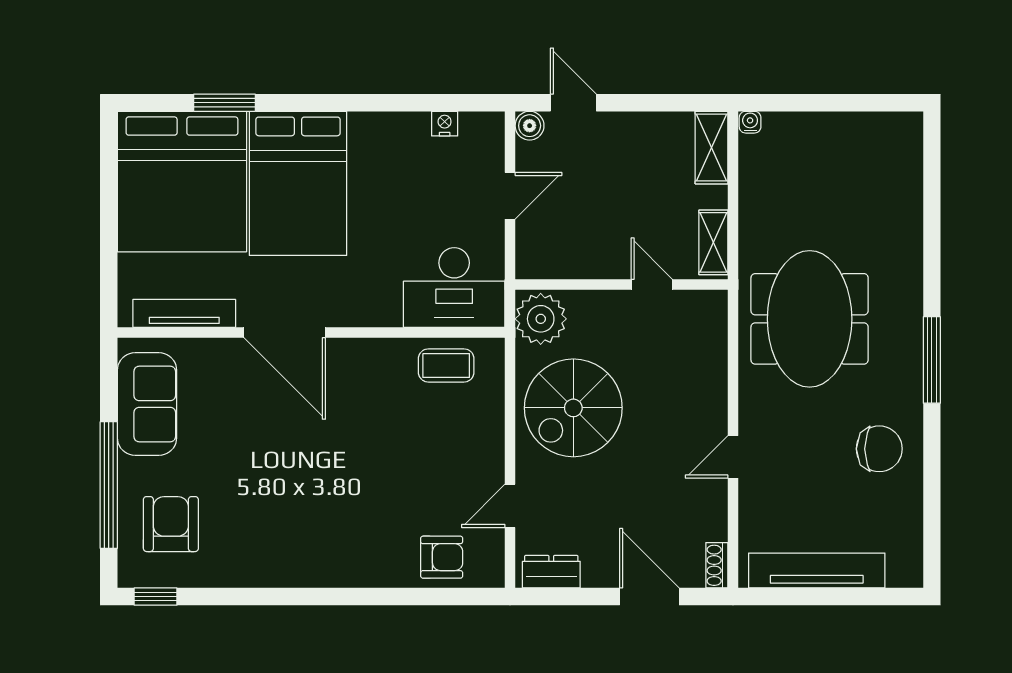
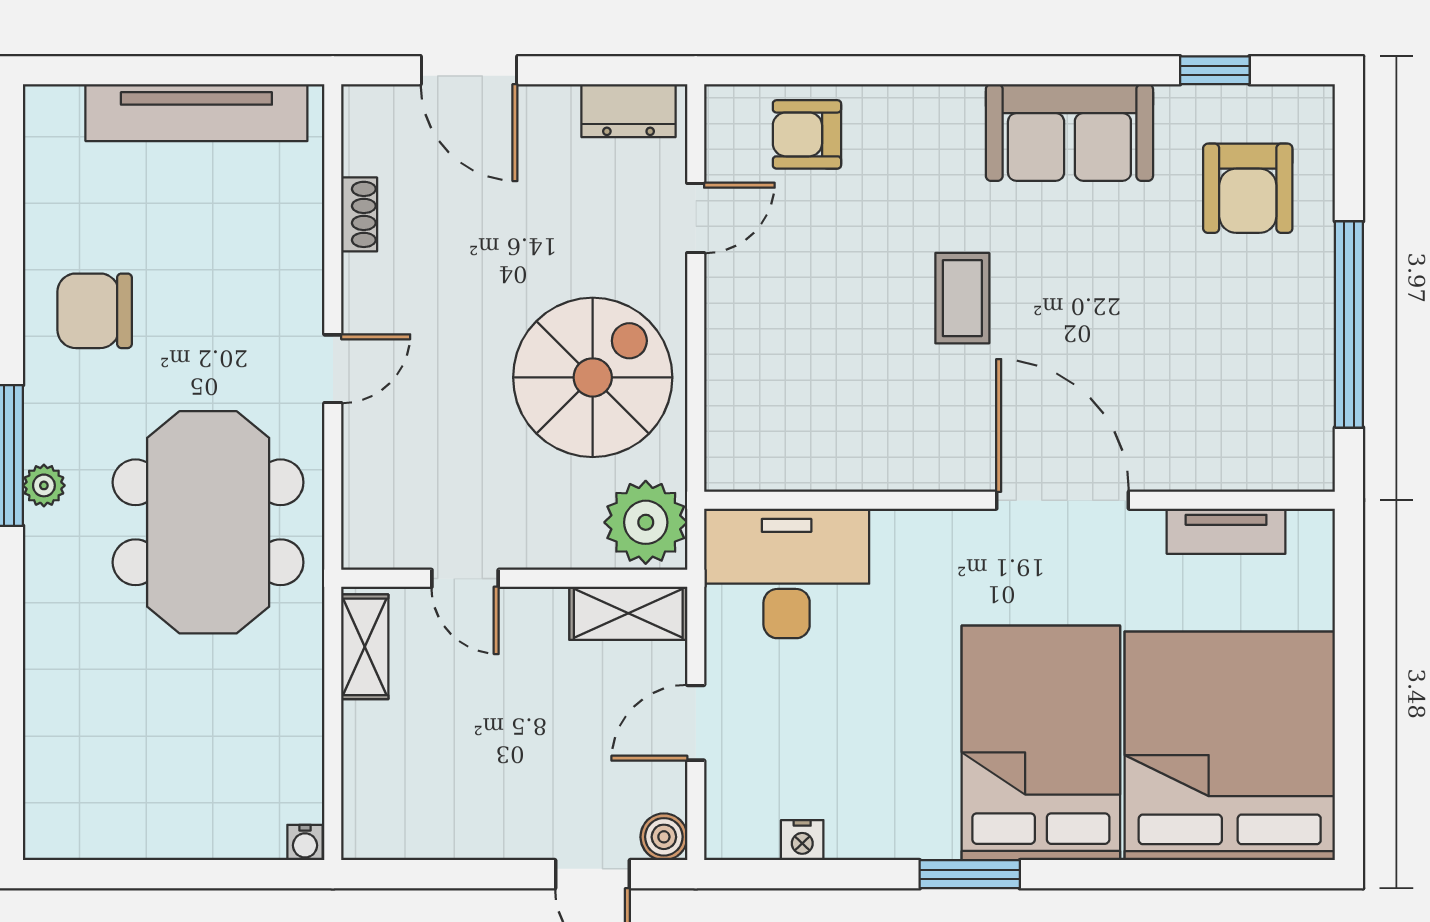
window: (224, 103) -> (970, 874), moved
shelving: (711, 148) -> (628, 613), moved, turned 90
tv unit: (184, 313) -> (1226, 531), width x0.71
plant: (910, 341) -> (44, 485), added
coffee table: (446, 365) -> (962, 298), moved, turned 90
sofa: (147, 404) -> (1069, 133), moved, turned -90
door: (733, 457) -> (333, 369), moved
window: (109, 485) -> (1349, 324), moved
shoe rack: (717, 565) -> (359, 214), moved
window: (156, 597) -> (1215, 70), moved

